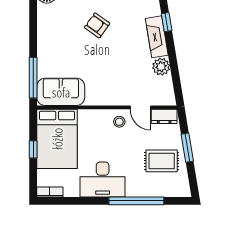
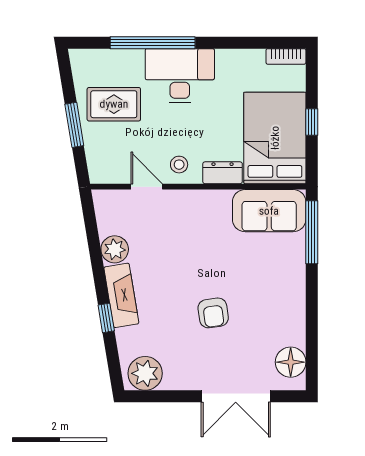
armchair: (97, 25) -> (213, 313), turned 46
dresser: (164, 116) -> (223, 173), moved
desk: (103, 180) -> (180, 76), moved

